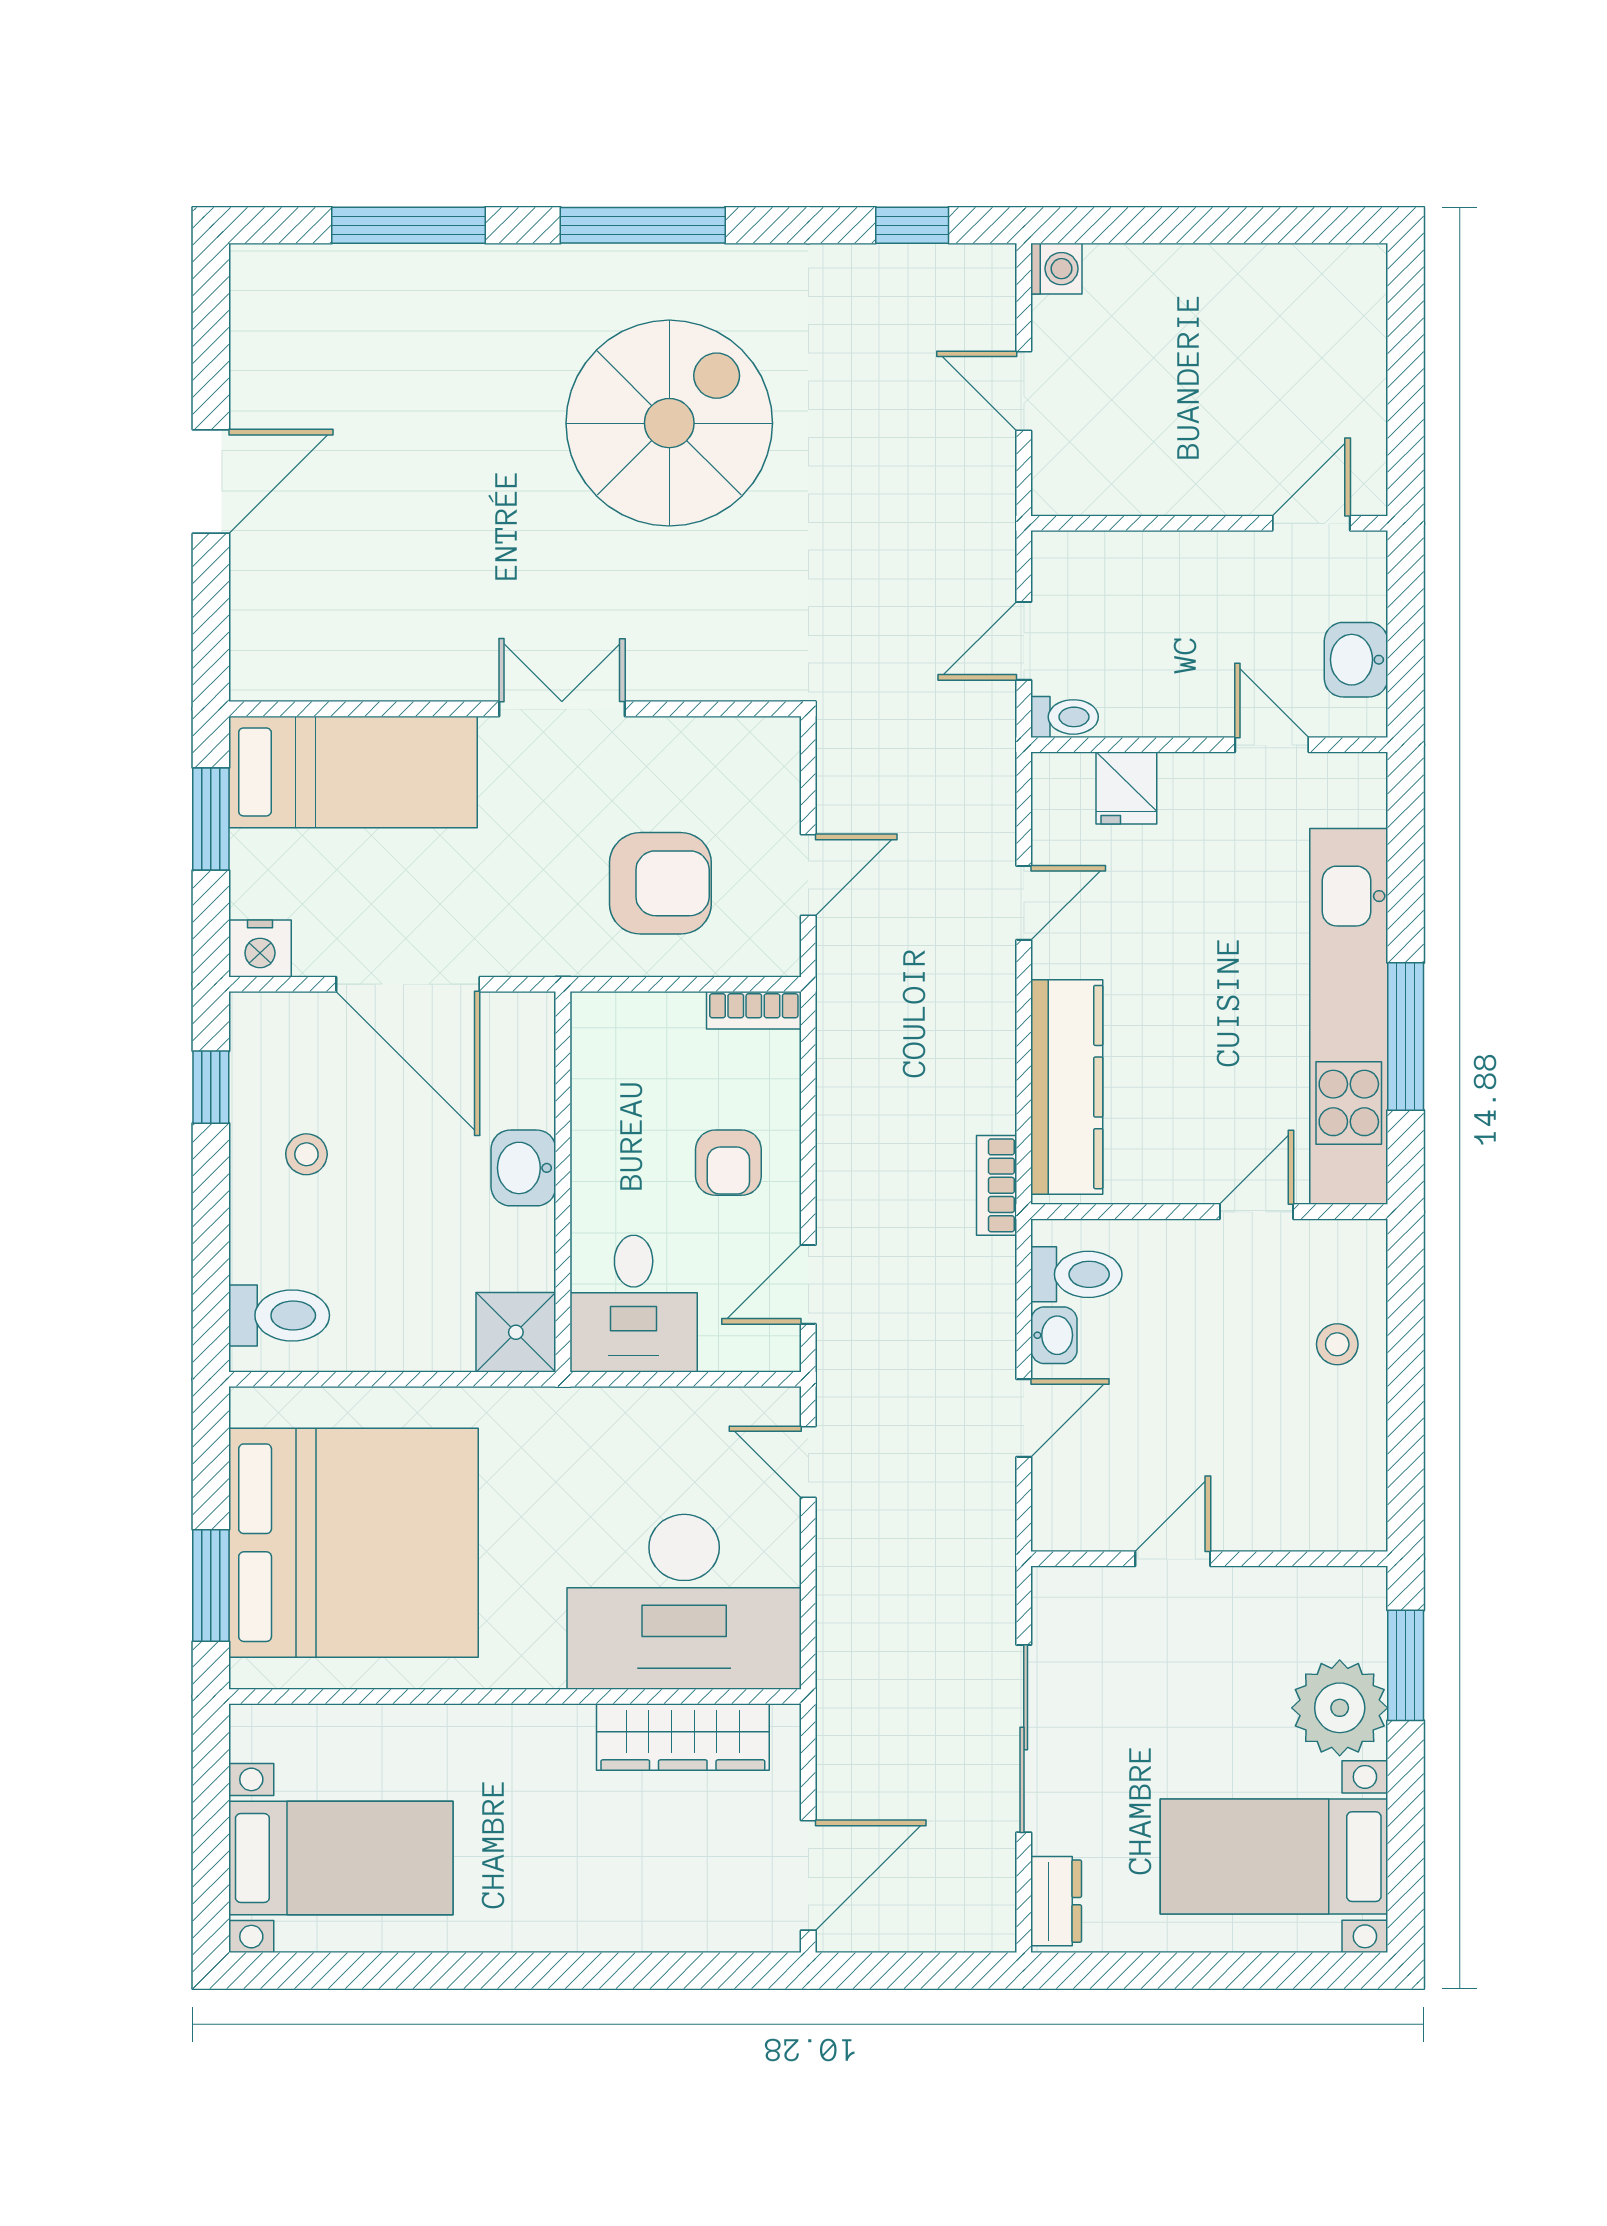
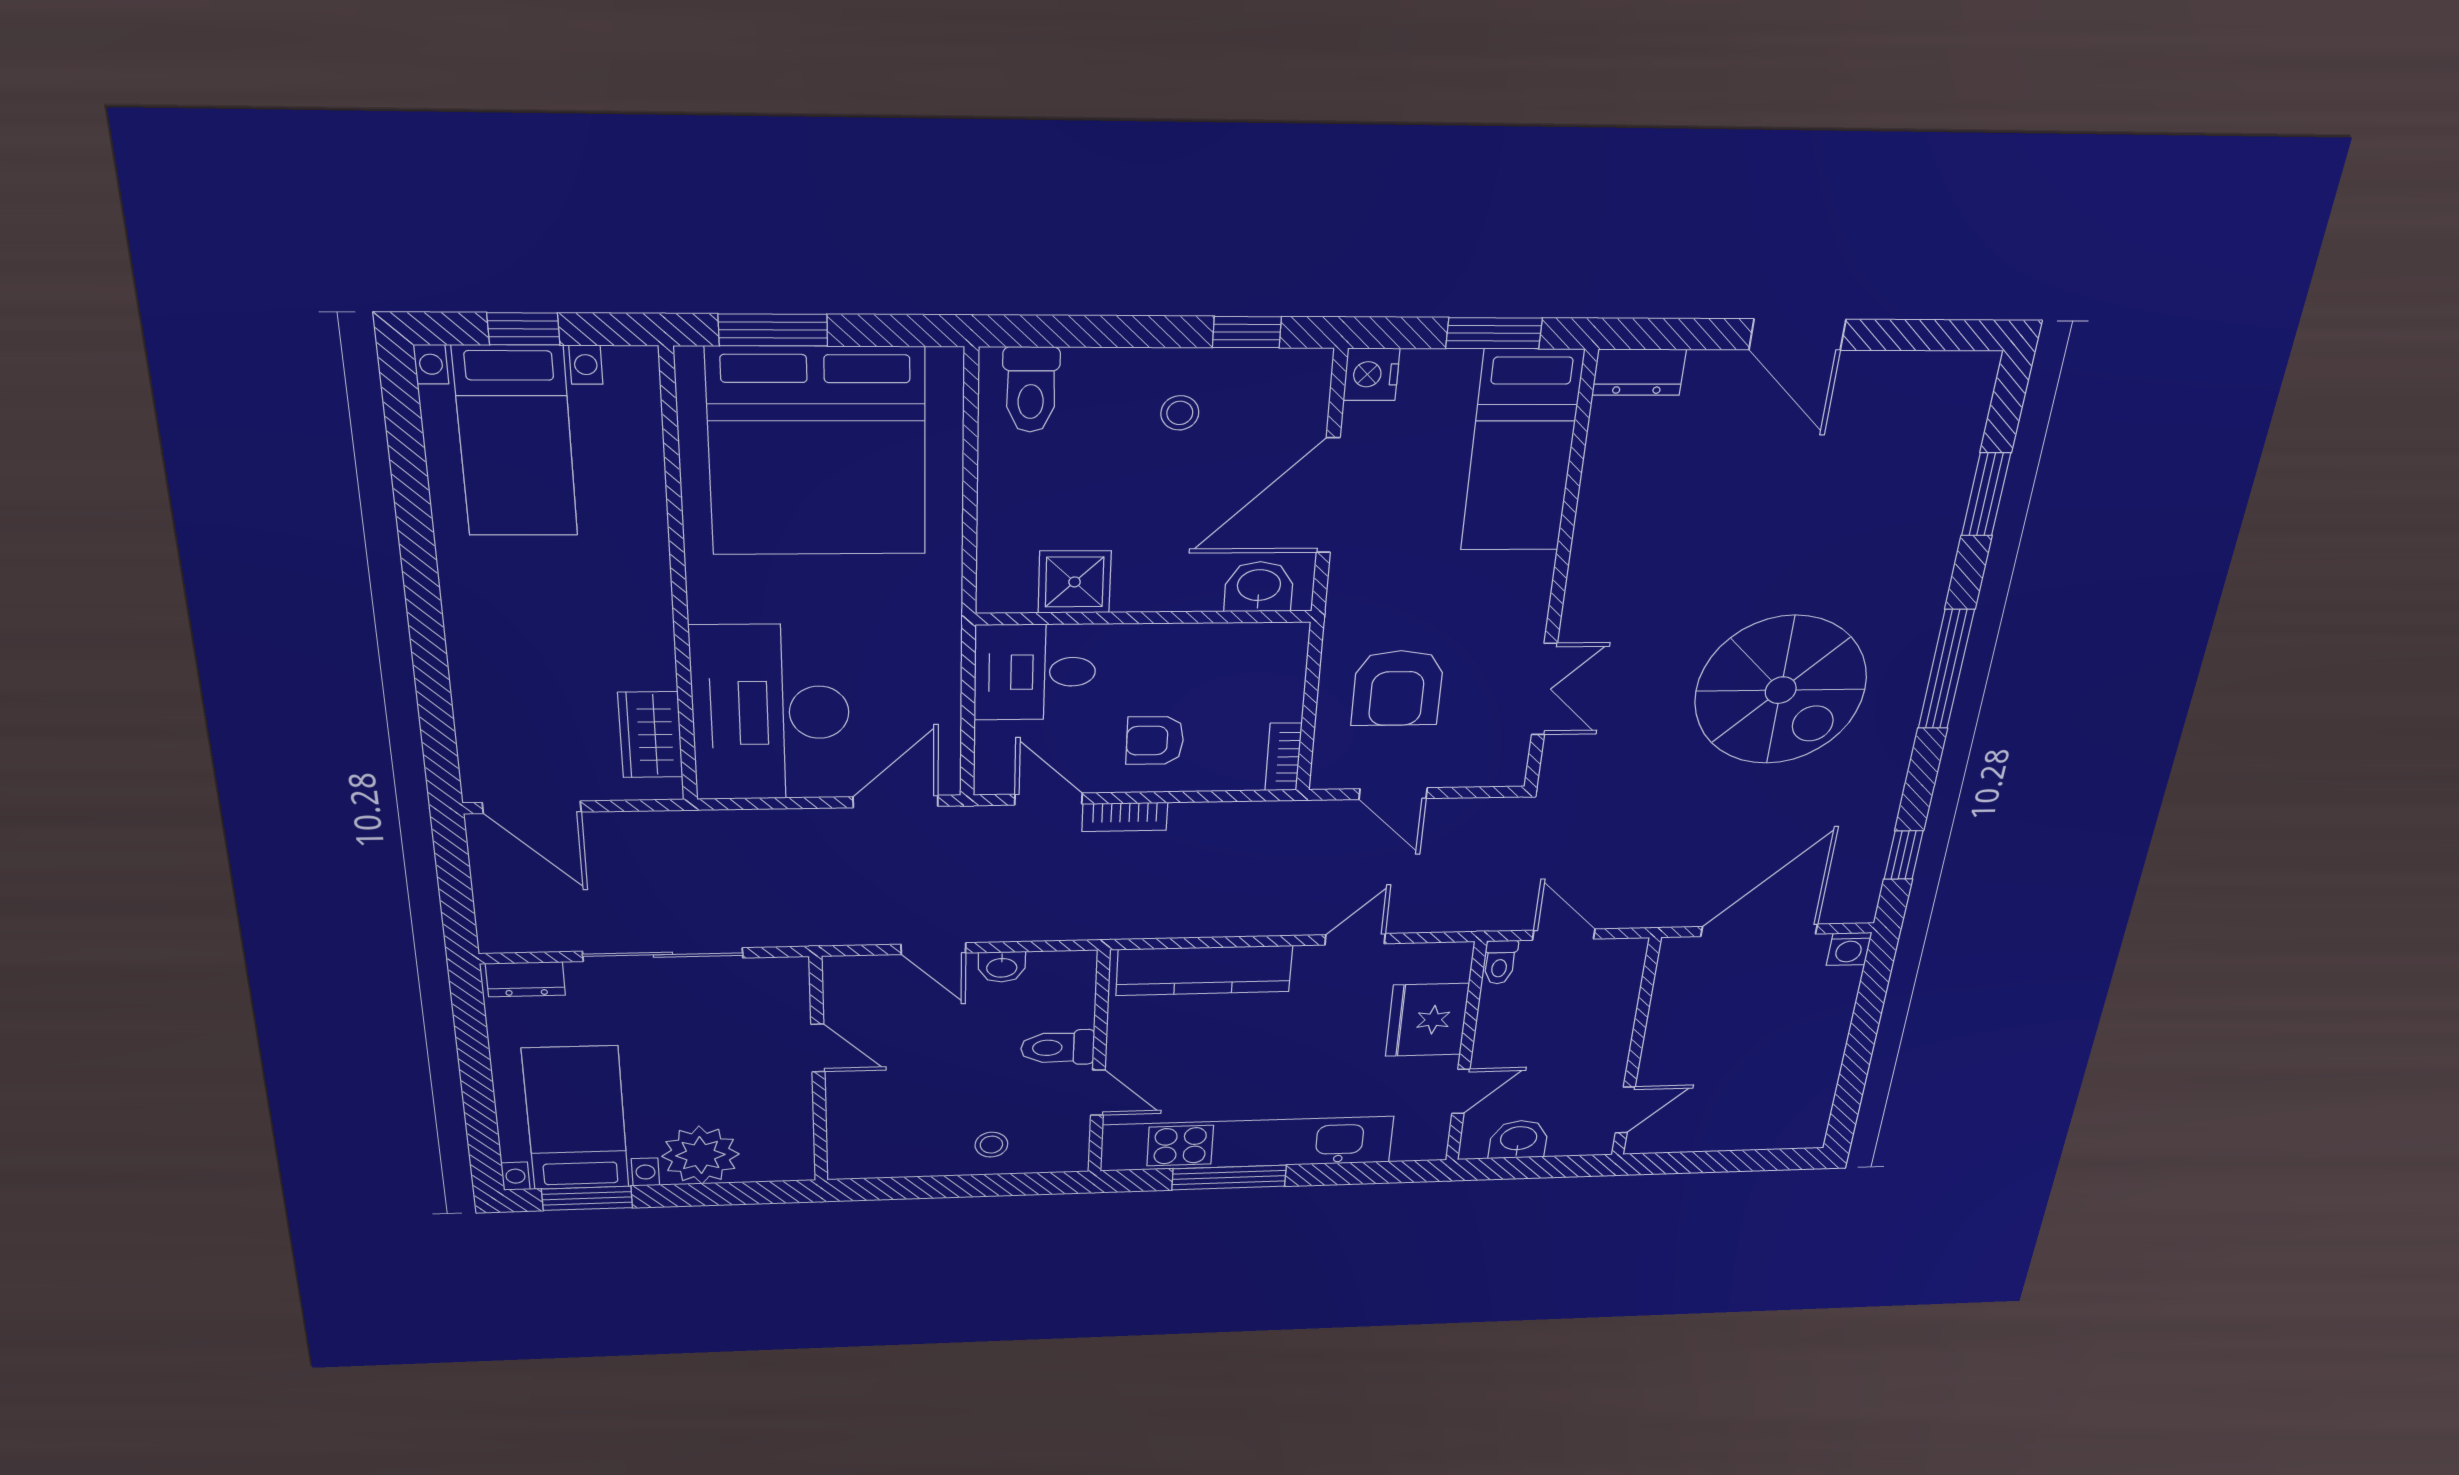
window: (408, 225) -> (1986, 494), width x0.69
door: (1024, 391) -> (1759, 930), width x1.88
door: (1311, 523) -> (1625, 1110), hinge flipped
dresser: (257, 652) -> (1639, 372), added
double door: (562, 709) -> (1544, 689), moved
fridge: (1126, 788) -> (1427, 1020), width x1.88, depth x1.34
door: (1024, 903) -> (1355, 939), swing flipped
washbasin: (523, 1168) -> (1259, 587), moved
bookcase: (997, 1185) -> (1125, 817), moved, turned 180
toilet: (1076, 1274) -> (1058, 1048), moved, turned 90
shower: (516, 1332) -> (1075, 582), moved
door: (808, 1462) -> (896, 801), width x1.38
window: (1406, 1665) -> (587, 1198), moved
wardrobe: (683, 1737) -> (650, 735), width x0.67
window: (211, 1840) -> (523, 329), added

